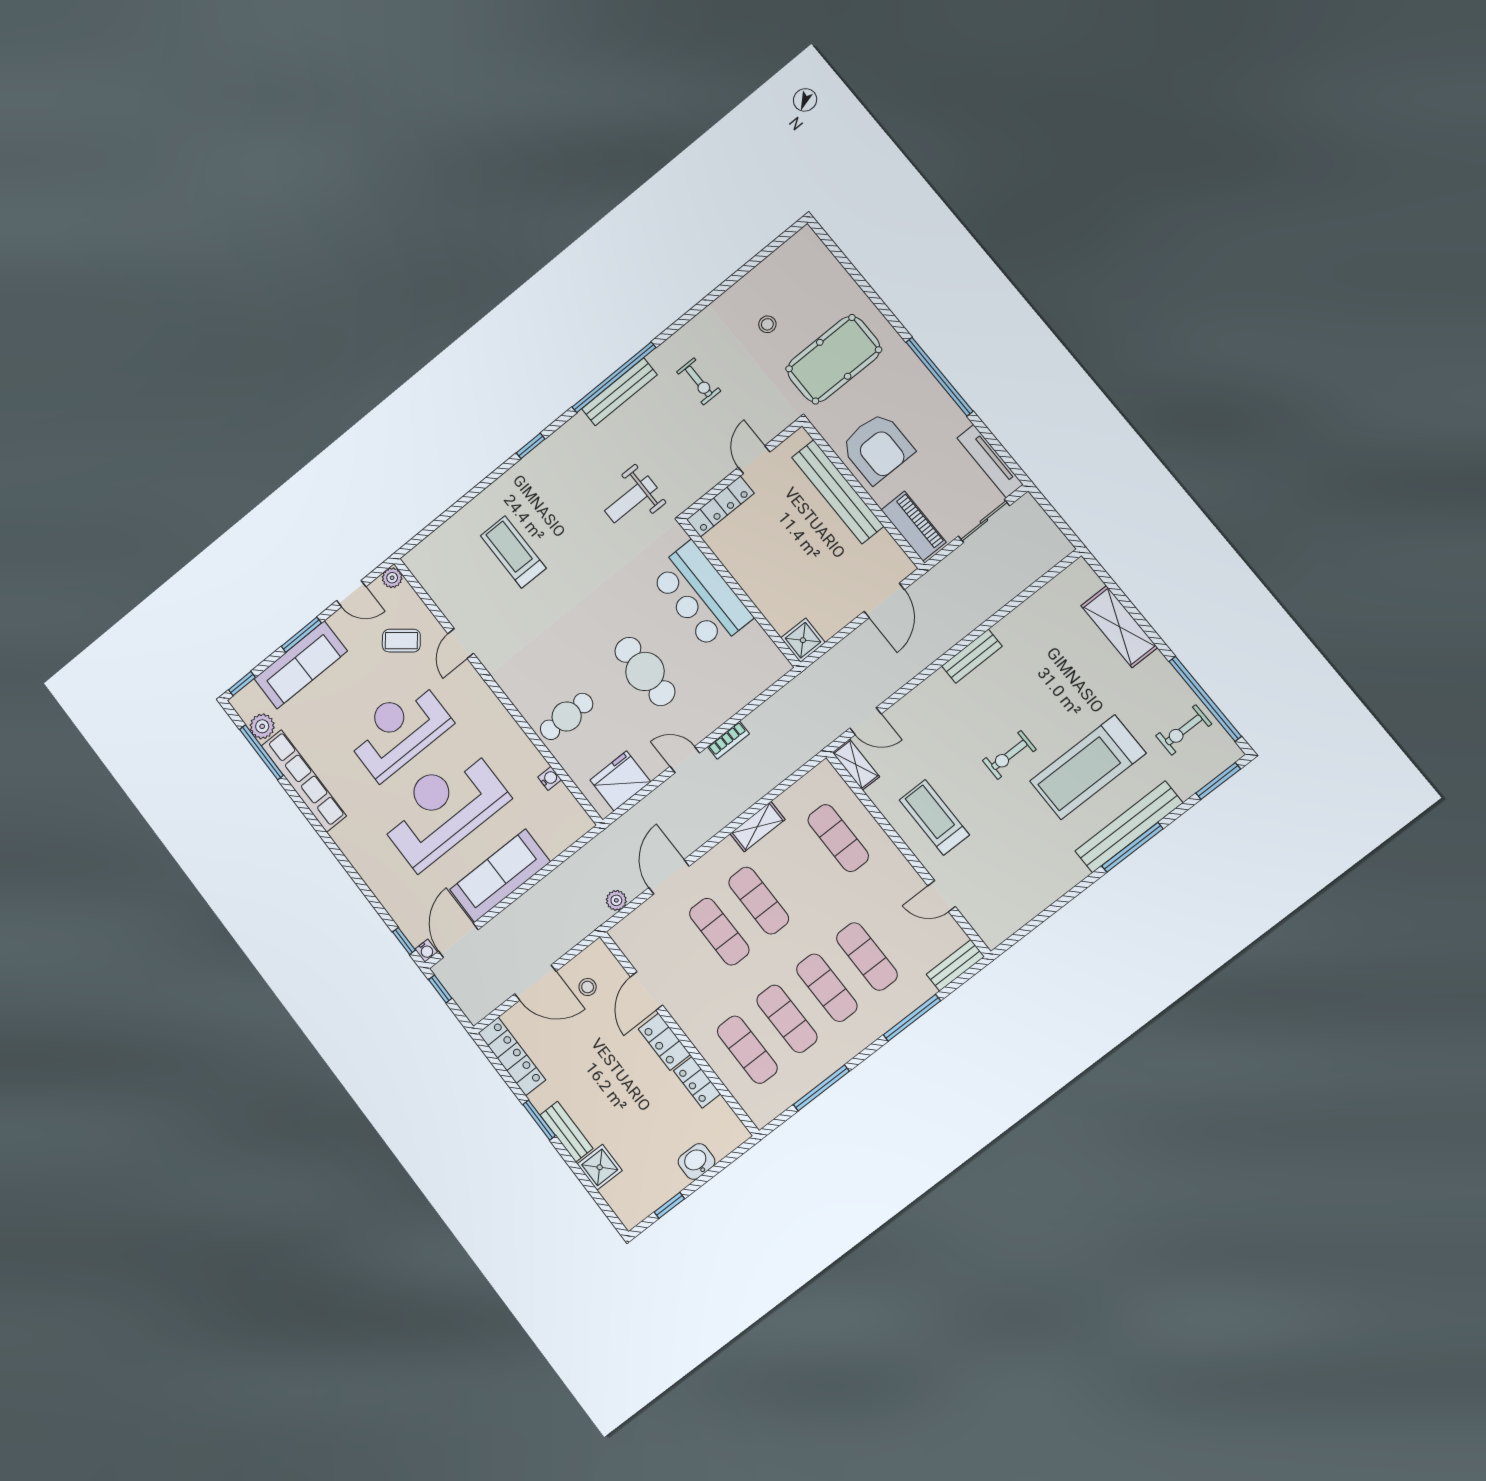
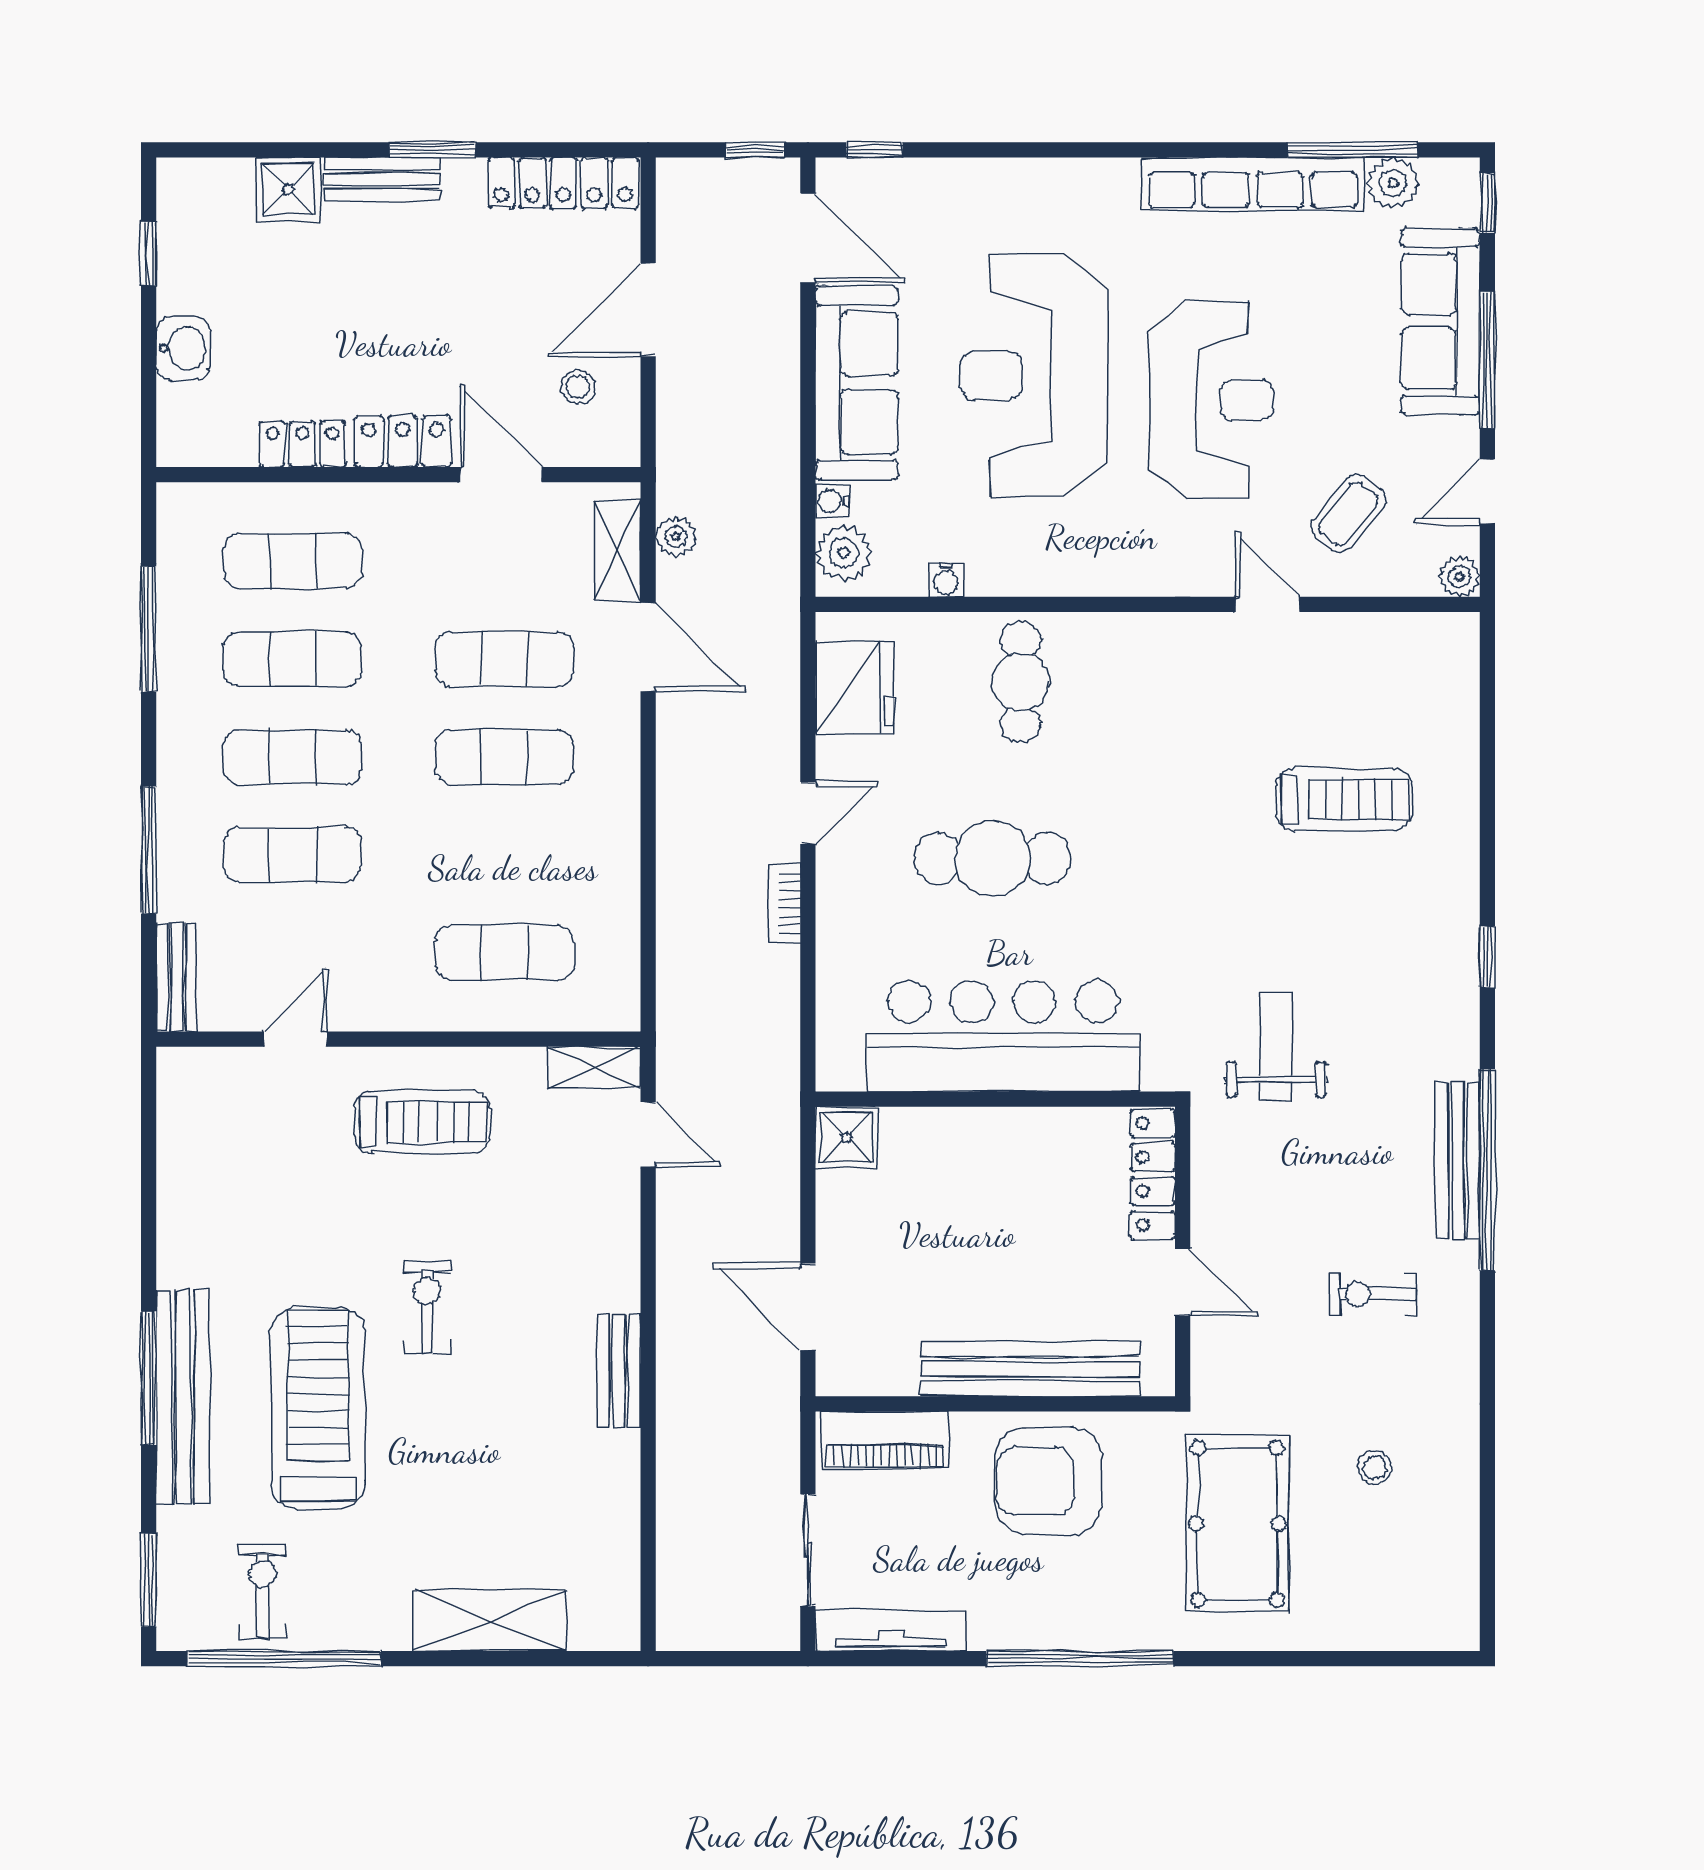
bar counter: (701, 596) -> (1003, 1036), width x1.36
window: (301, 635) -> (1487, 360), width x1.44
door: (866, 721) -> (648, 1134), swing flipped
reception desk: (443, 808) -> (1034, 375), turned 180
shelving: (758, 827) -> (618, 551), moved
plant: (571, 828) -> (844, 553), added
water cooler: (426, 951) -> (832, 501), moved

